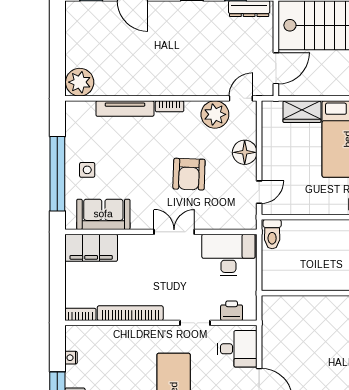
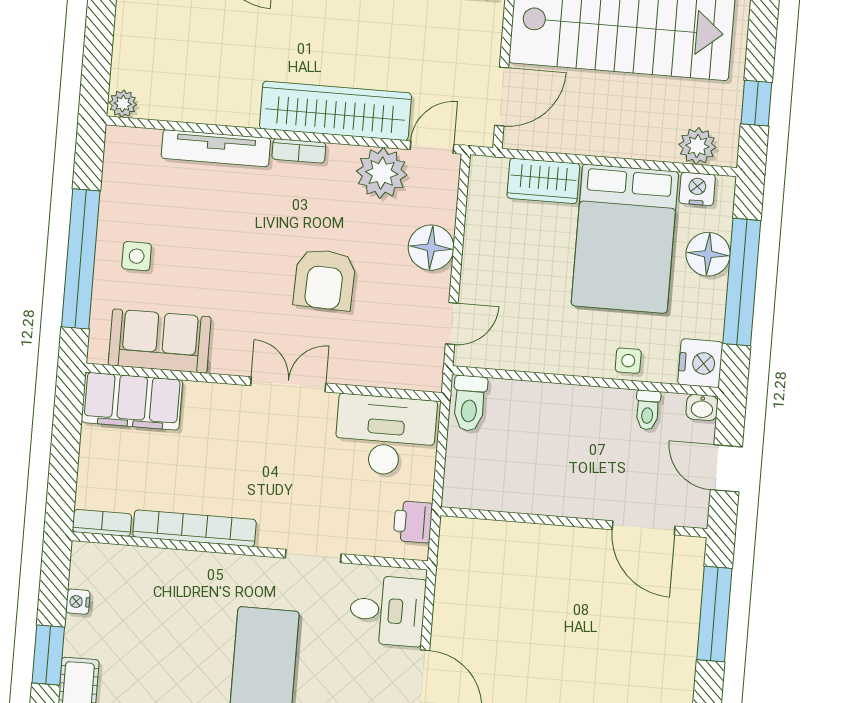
plant: (80, 82) -> (123, 104), width x0.53, depth x0.53
wardrobe: (187, 83) -> (335, 111), added
printer: (232, 311) -> (413, 522), moved, turned -90

